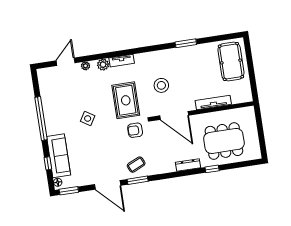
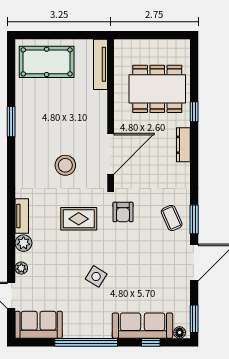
sofa: (48, 84) -> (39, 325), added
rug: (126, 100) -> (79, 219), width x0.73, depth x0.70
tv unit: (213, 102) -> (101, 64), moved
dining table: (224, 141) -> (157, 89), turned 90

